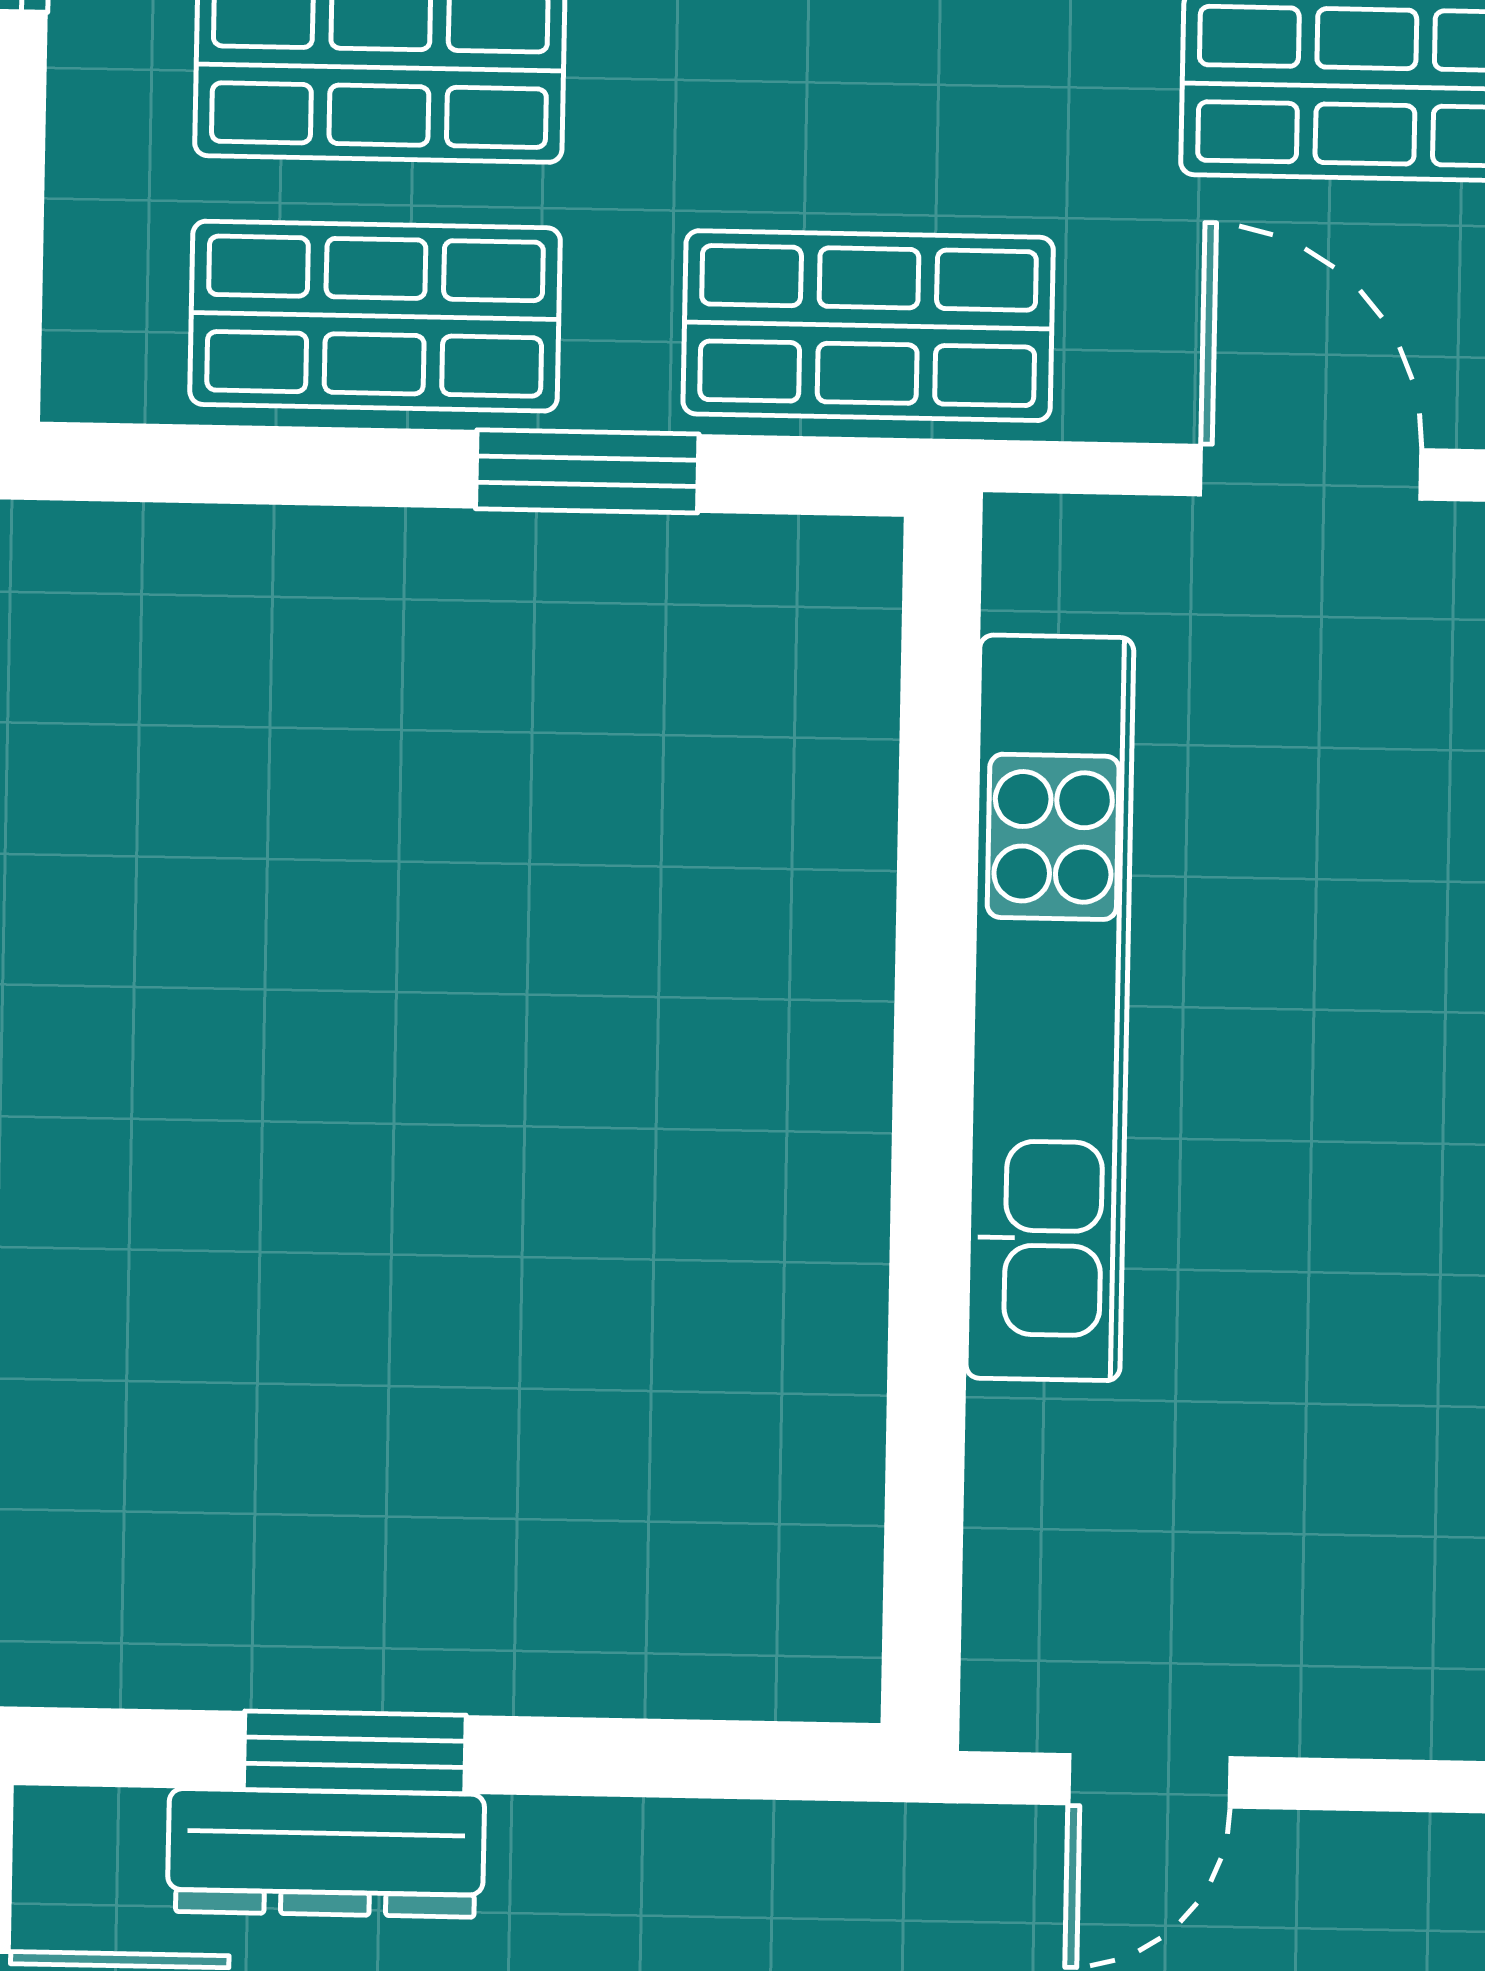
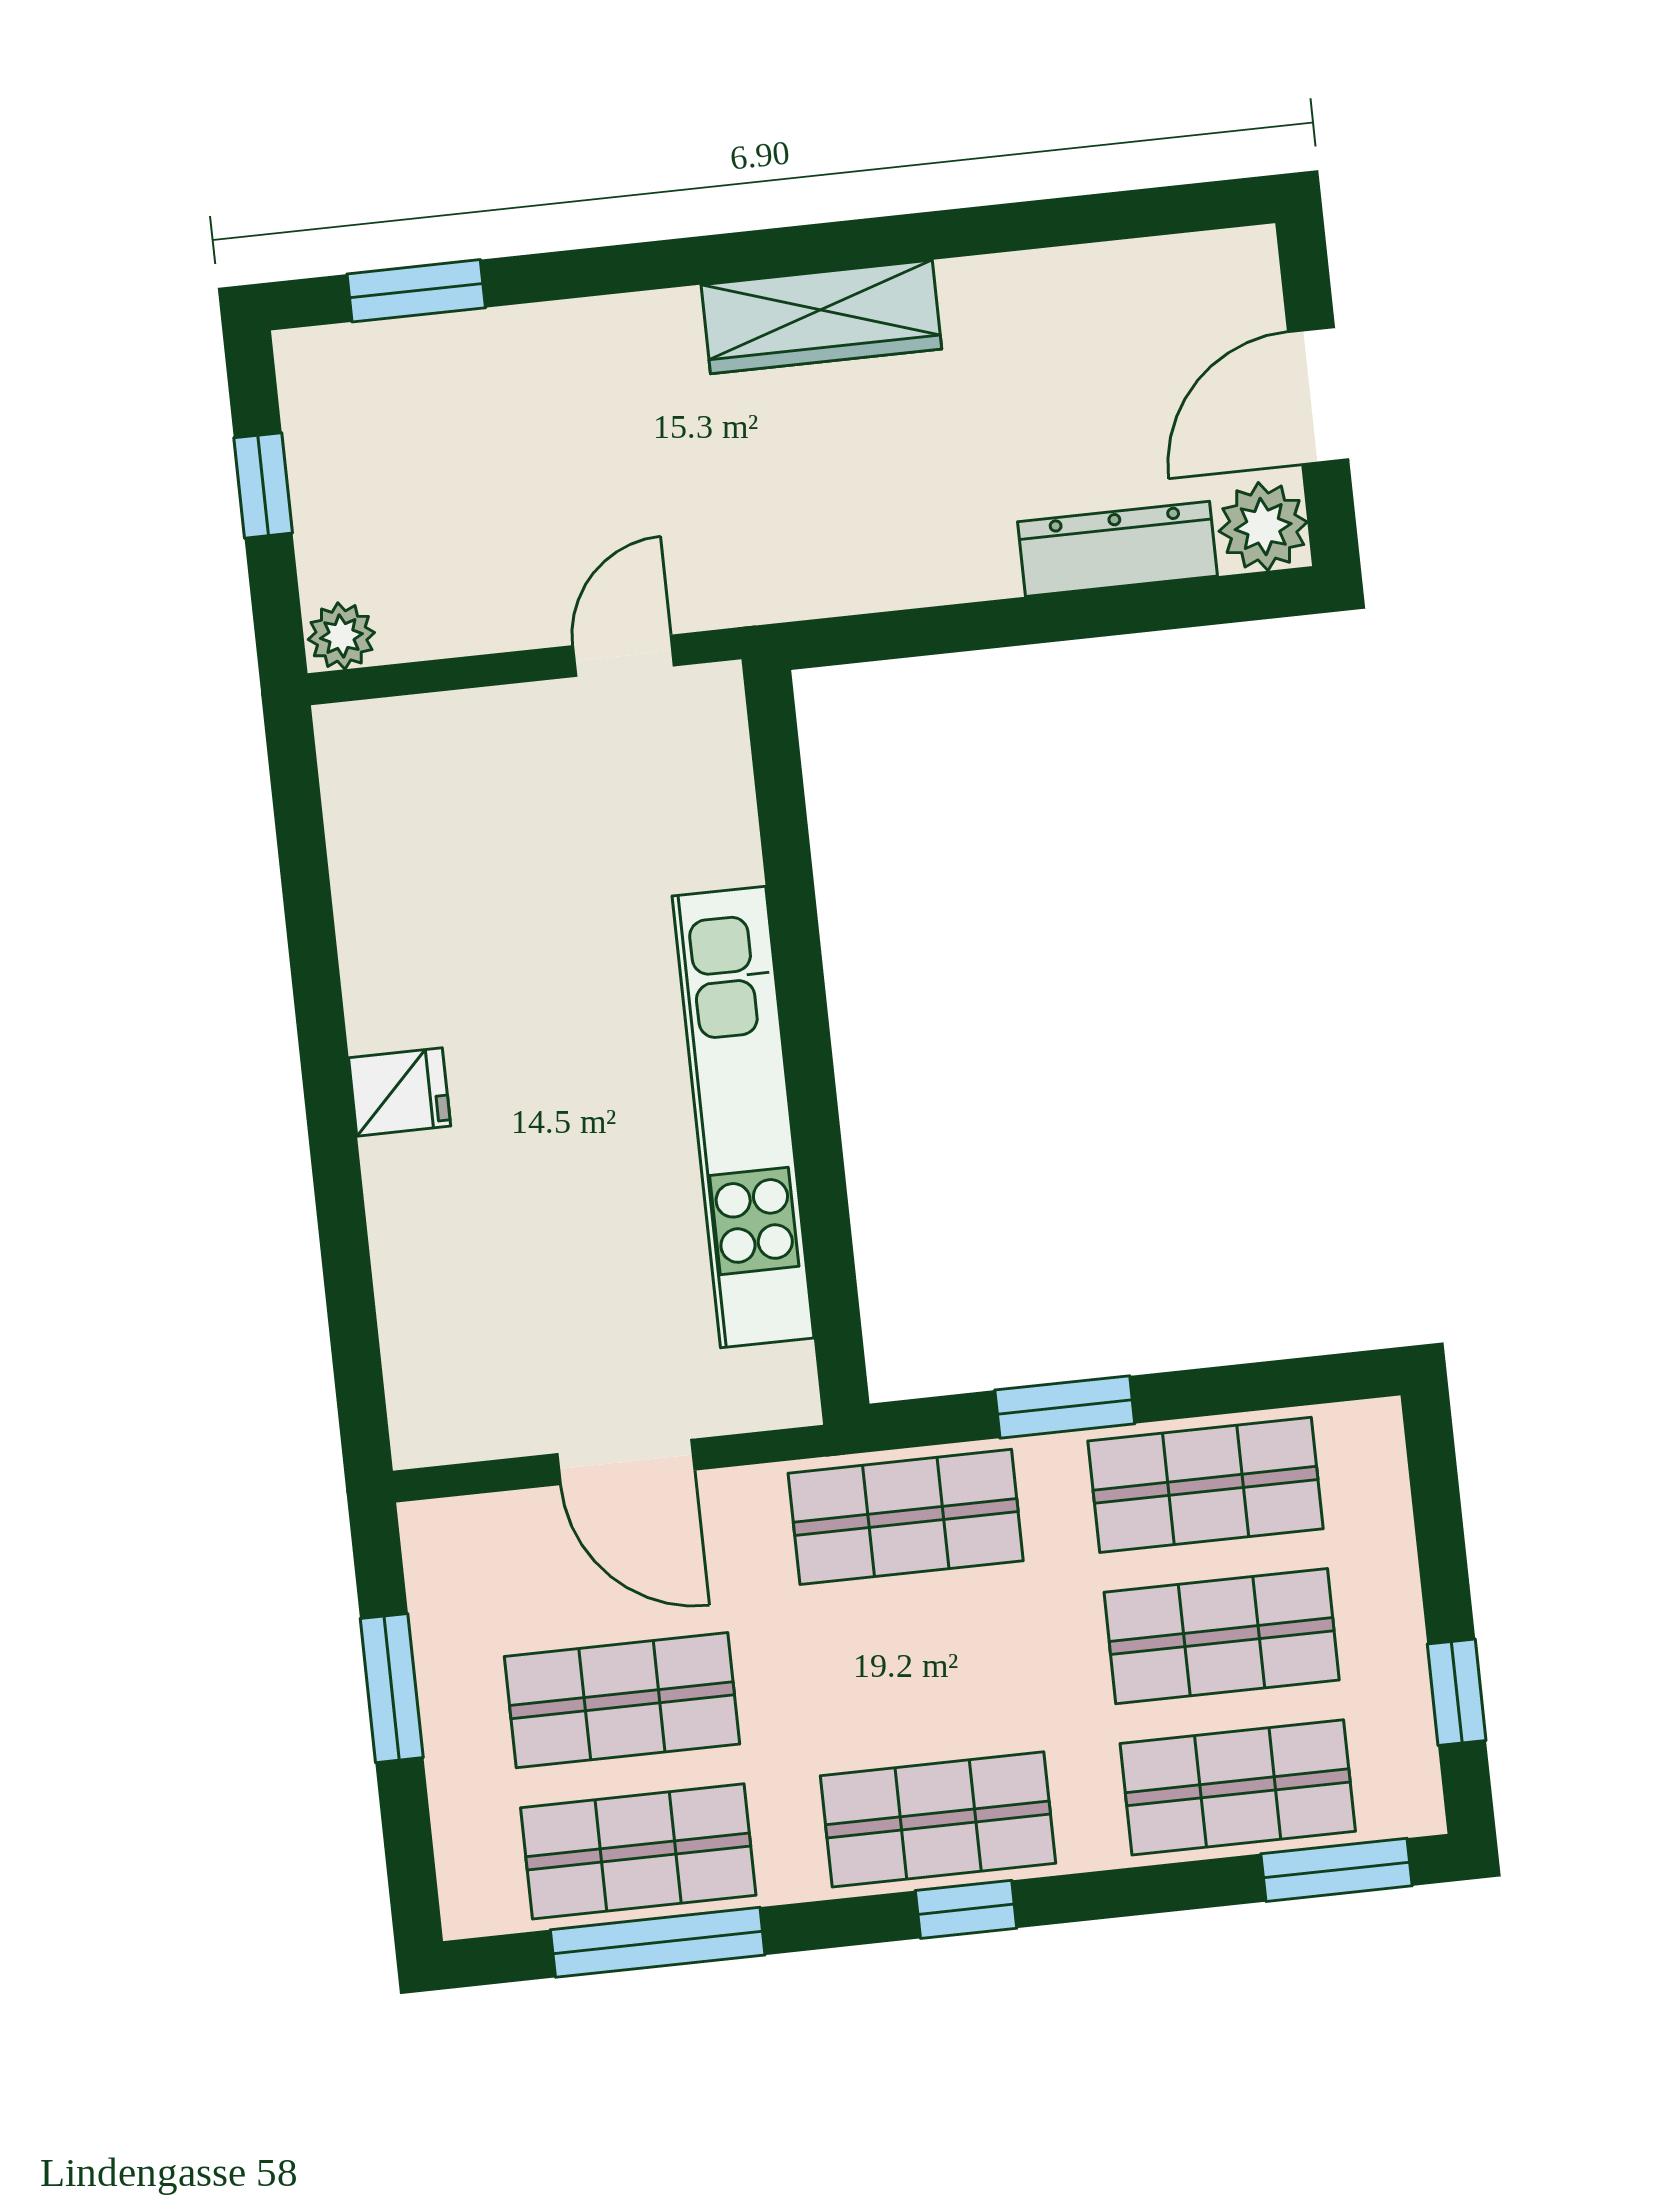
window: (355, 1752) -> (1108, 612), removed
plant: (85, 1859) -> (1263, 527), added

